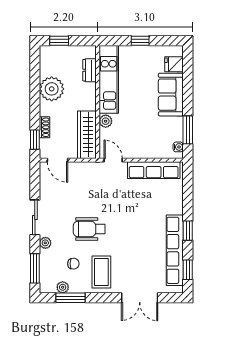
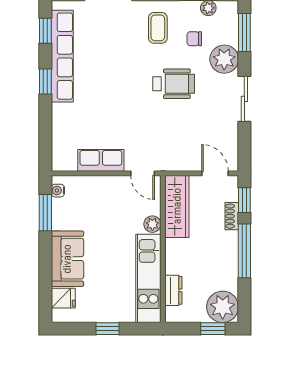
plant: (52, 89) -> (223, 307), moved
window: (35, 101) -> (244, 251), added
row of seats: (154, 170) -> (101, 160), width x0.68
plant: (45, 243) -> (224, 59), width x1.87, depth x1.87
coffee table: (101, 272) -> (158, 28), width x0.73, depth x0.77

